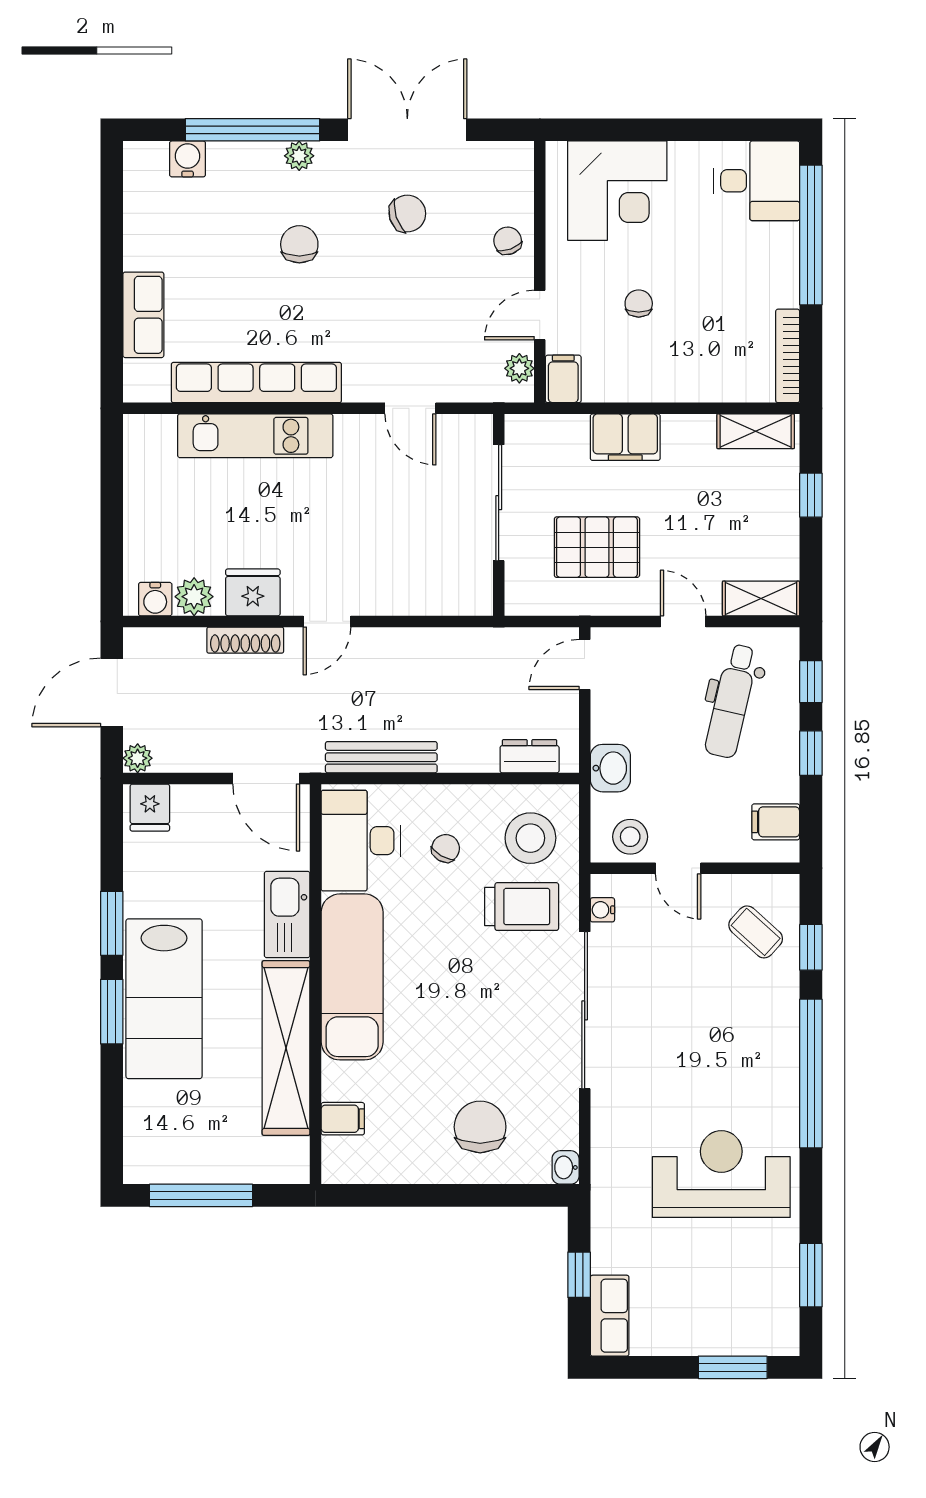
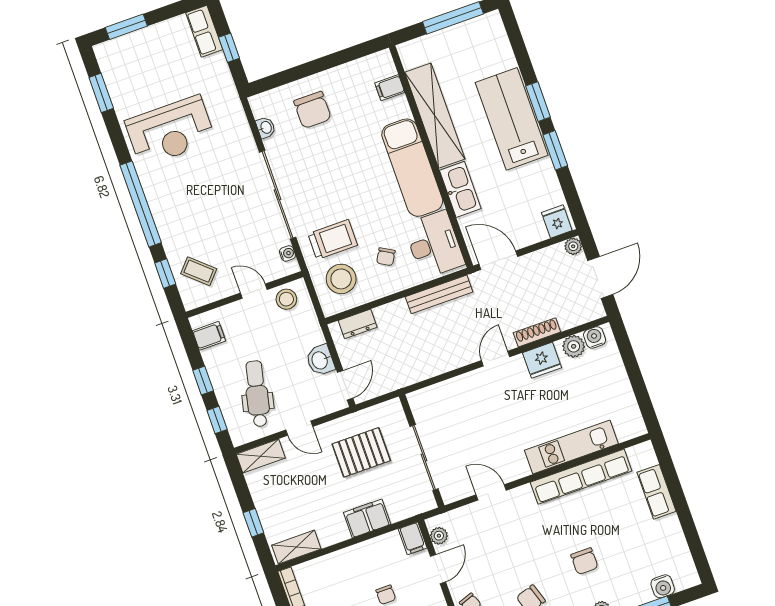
washbasin: (610, 768) -> (320, 360), moved
trolley: (522, 907) -> (333, 240), turned 180
washbasin: (566, 1167) -> (266, 128), moved

